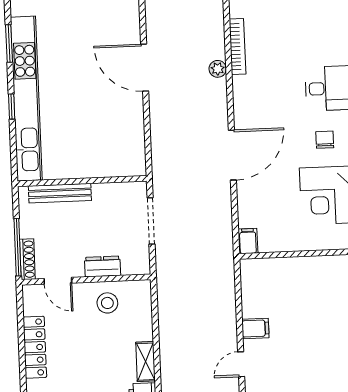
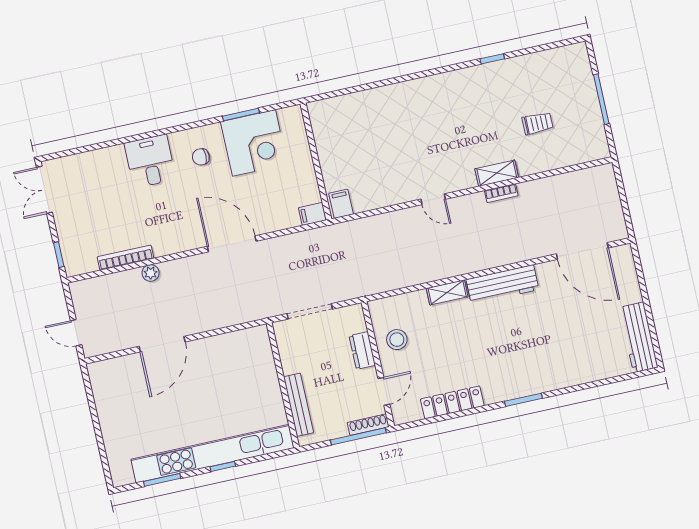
filing cabinet: (255, 328) -> (341, 204), moved

